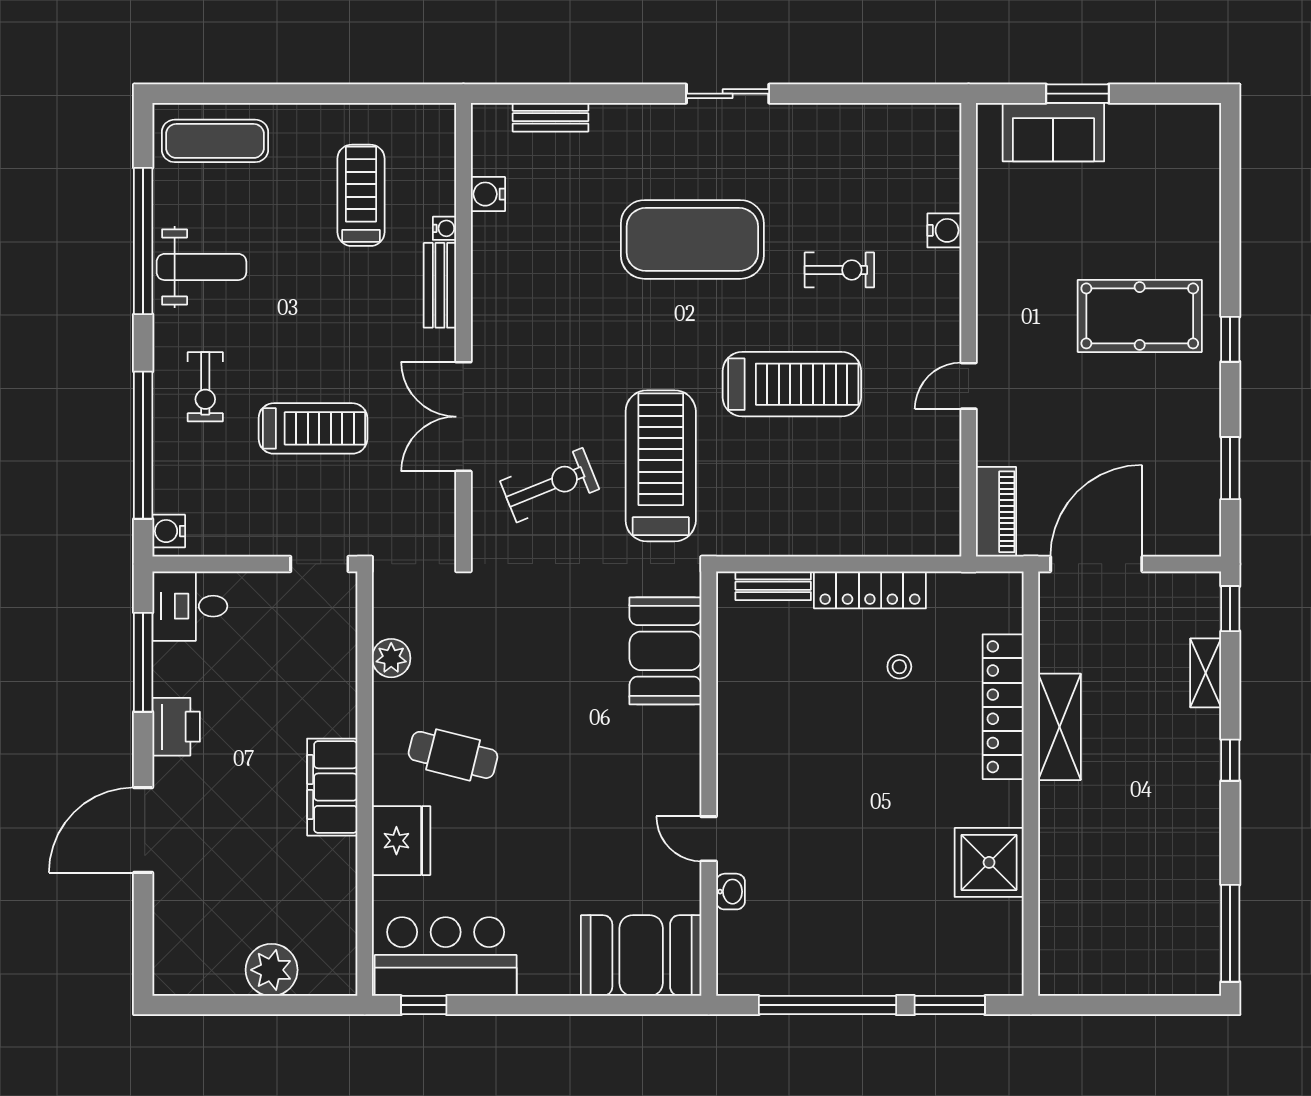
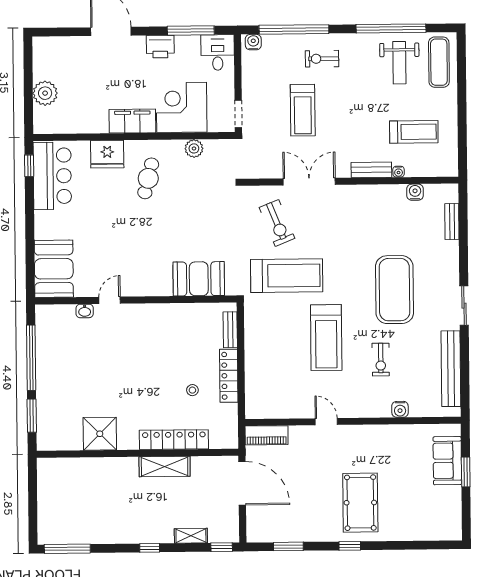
bench: (860, 123) -> (451, 369), added
weight bench: (201, 267) -> (399, 63), moved
corner desk: (305, 683) -> (182, 107), added

